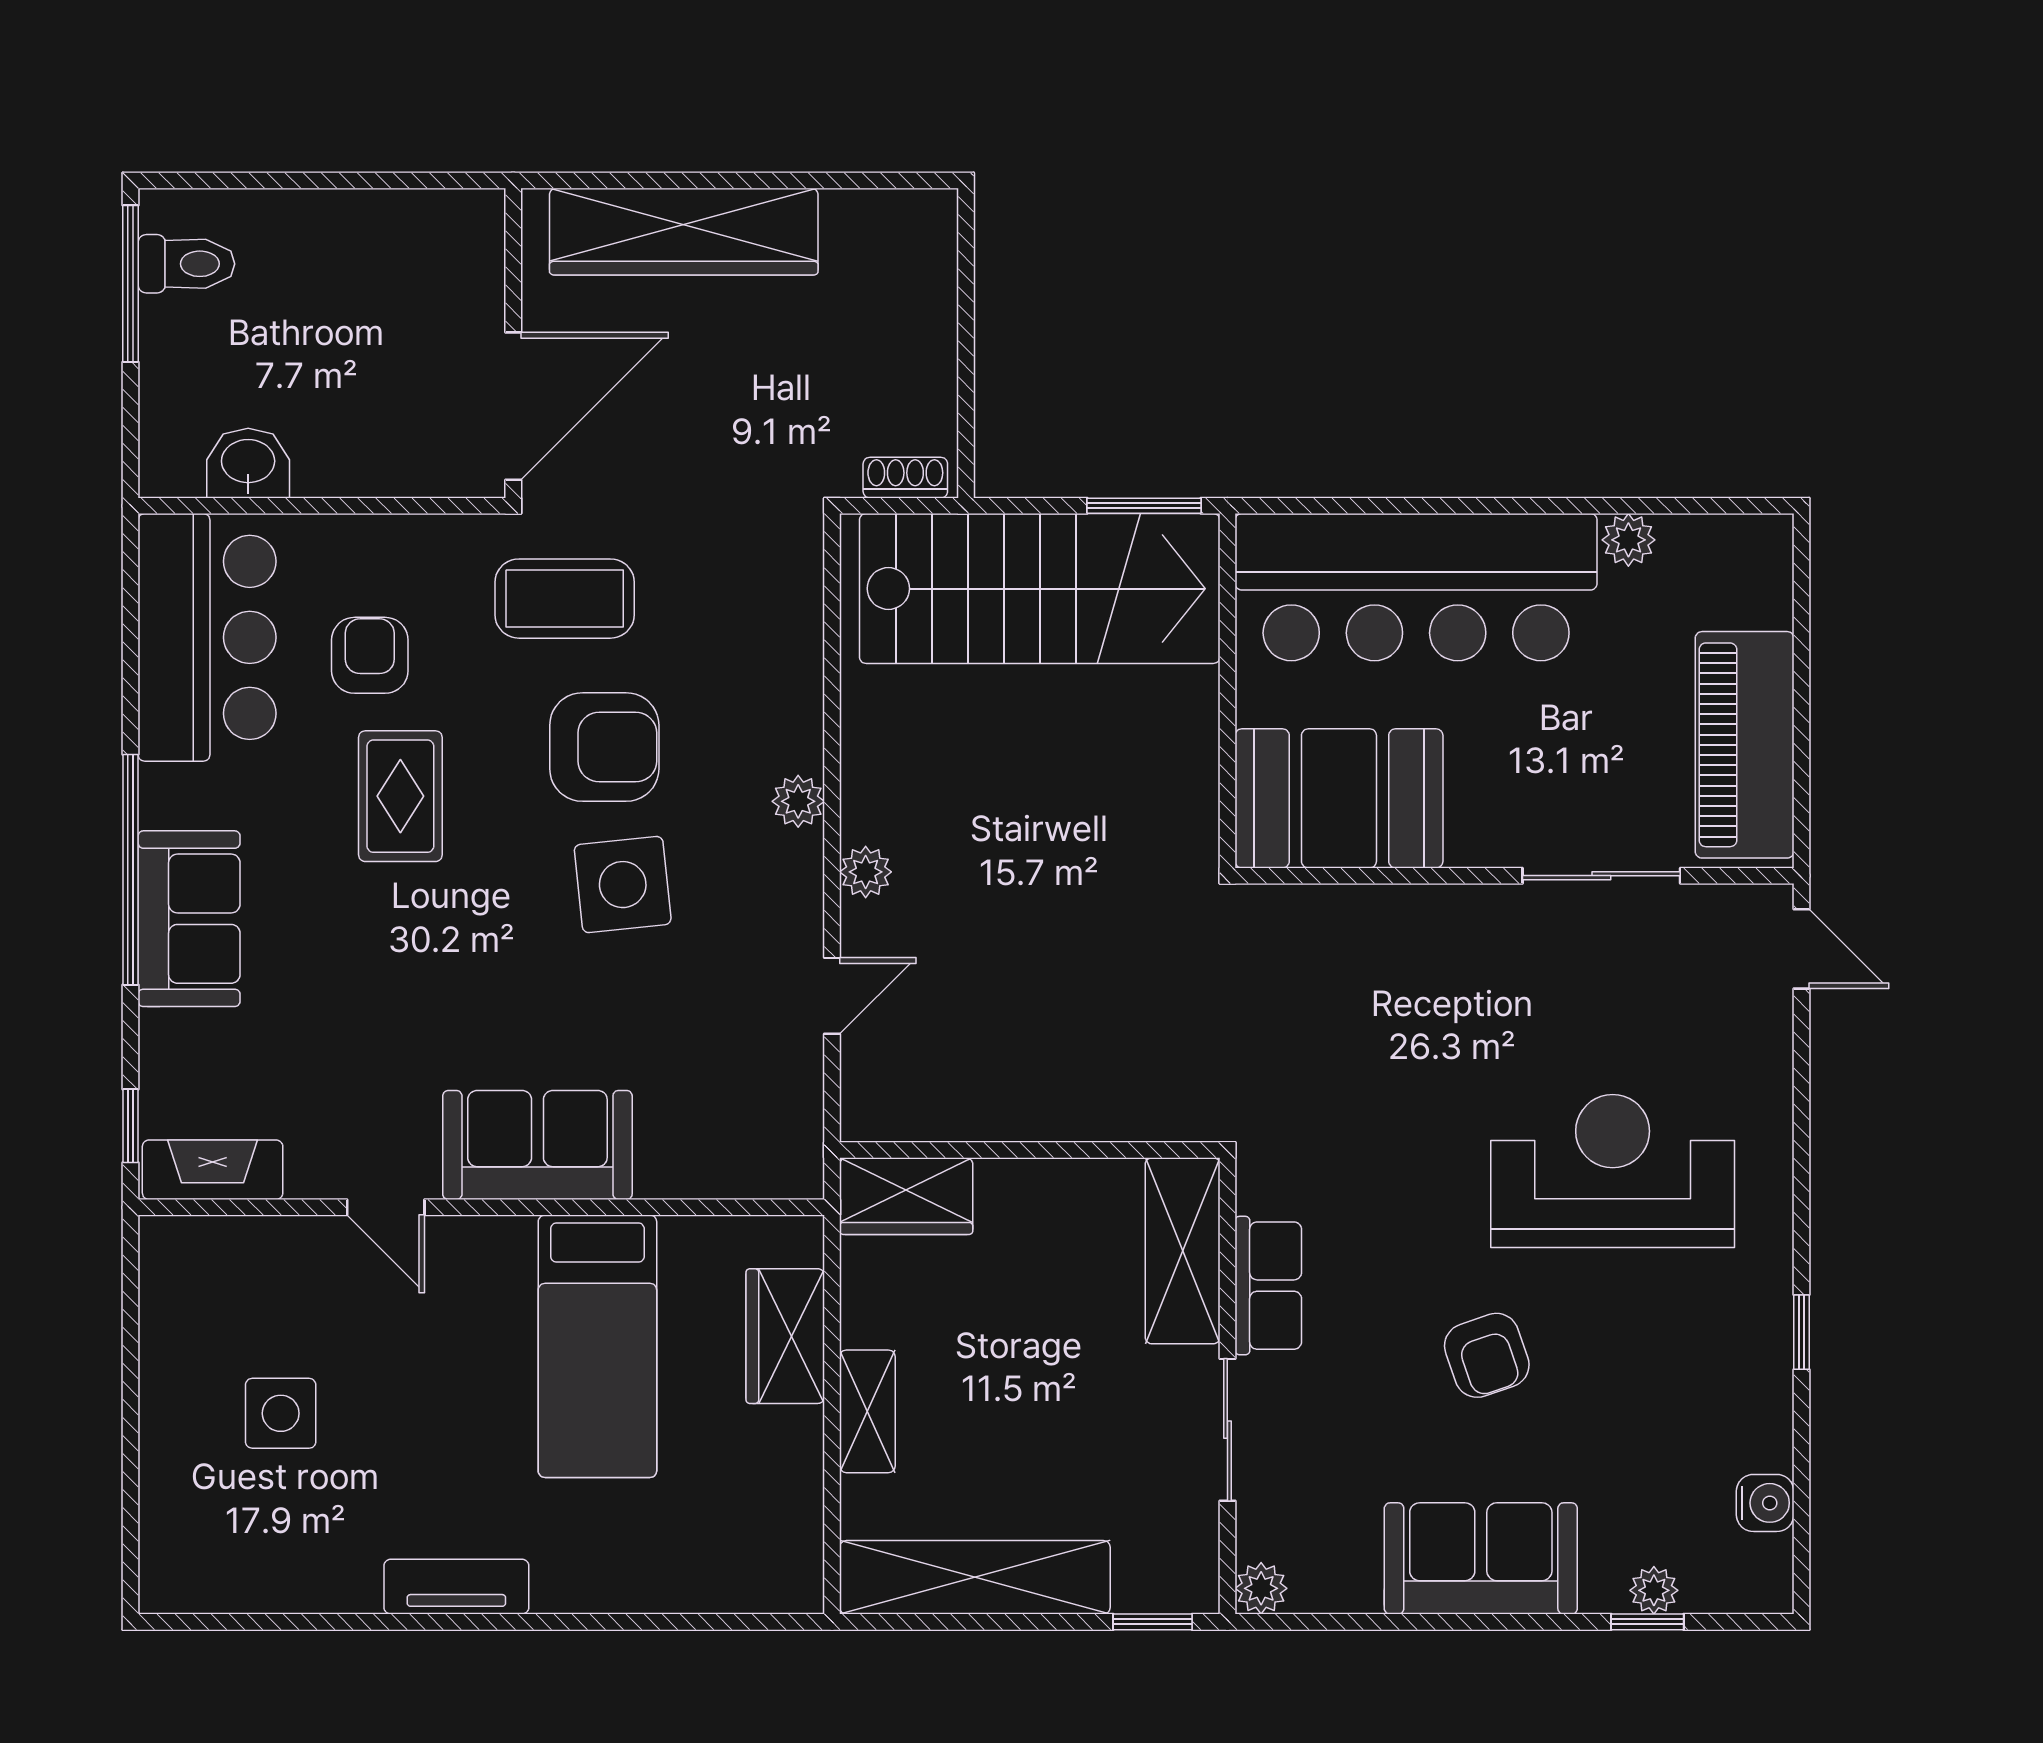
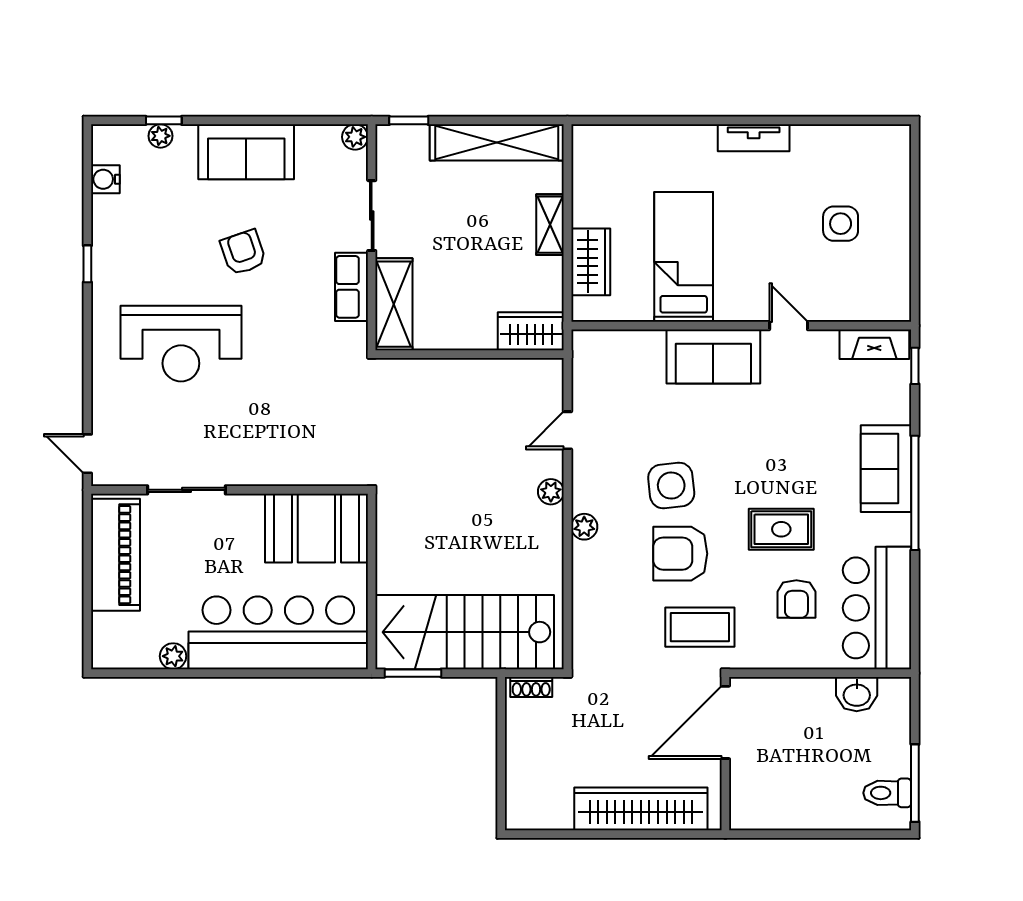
rug: (400, 796) -> (781, 529), turned 90

